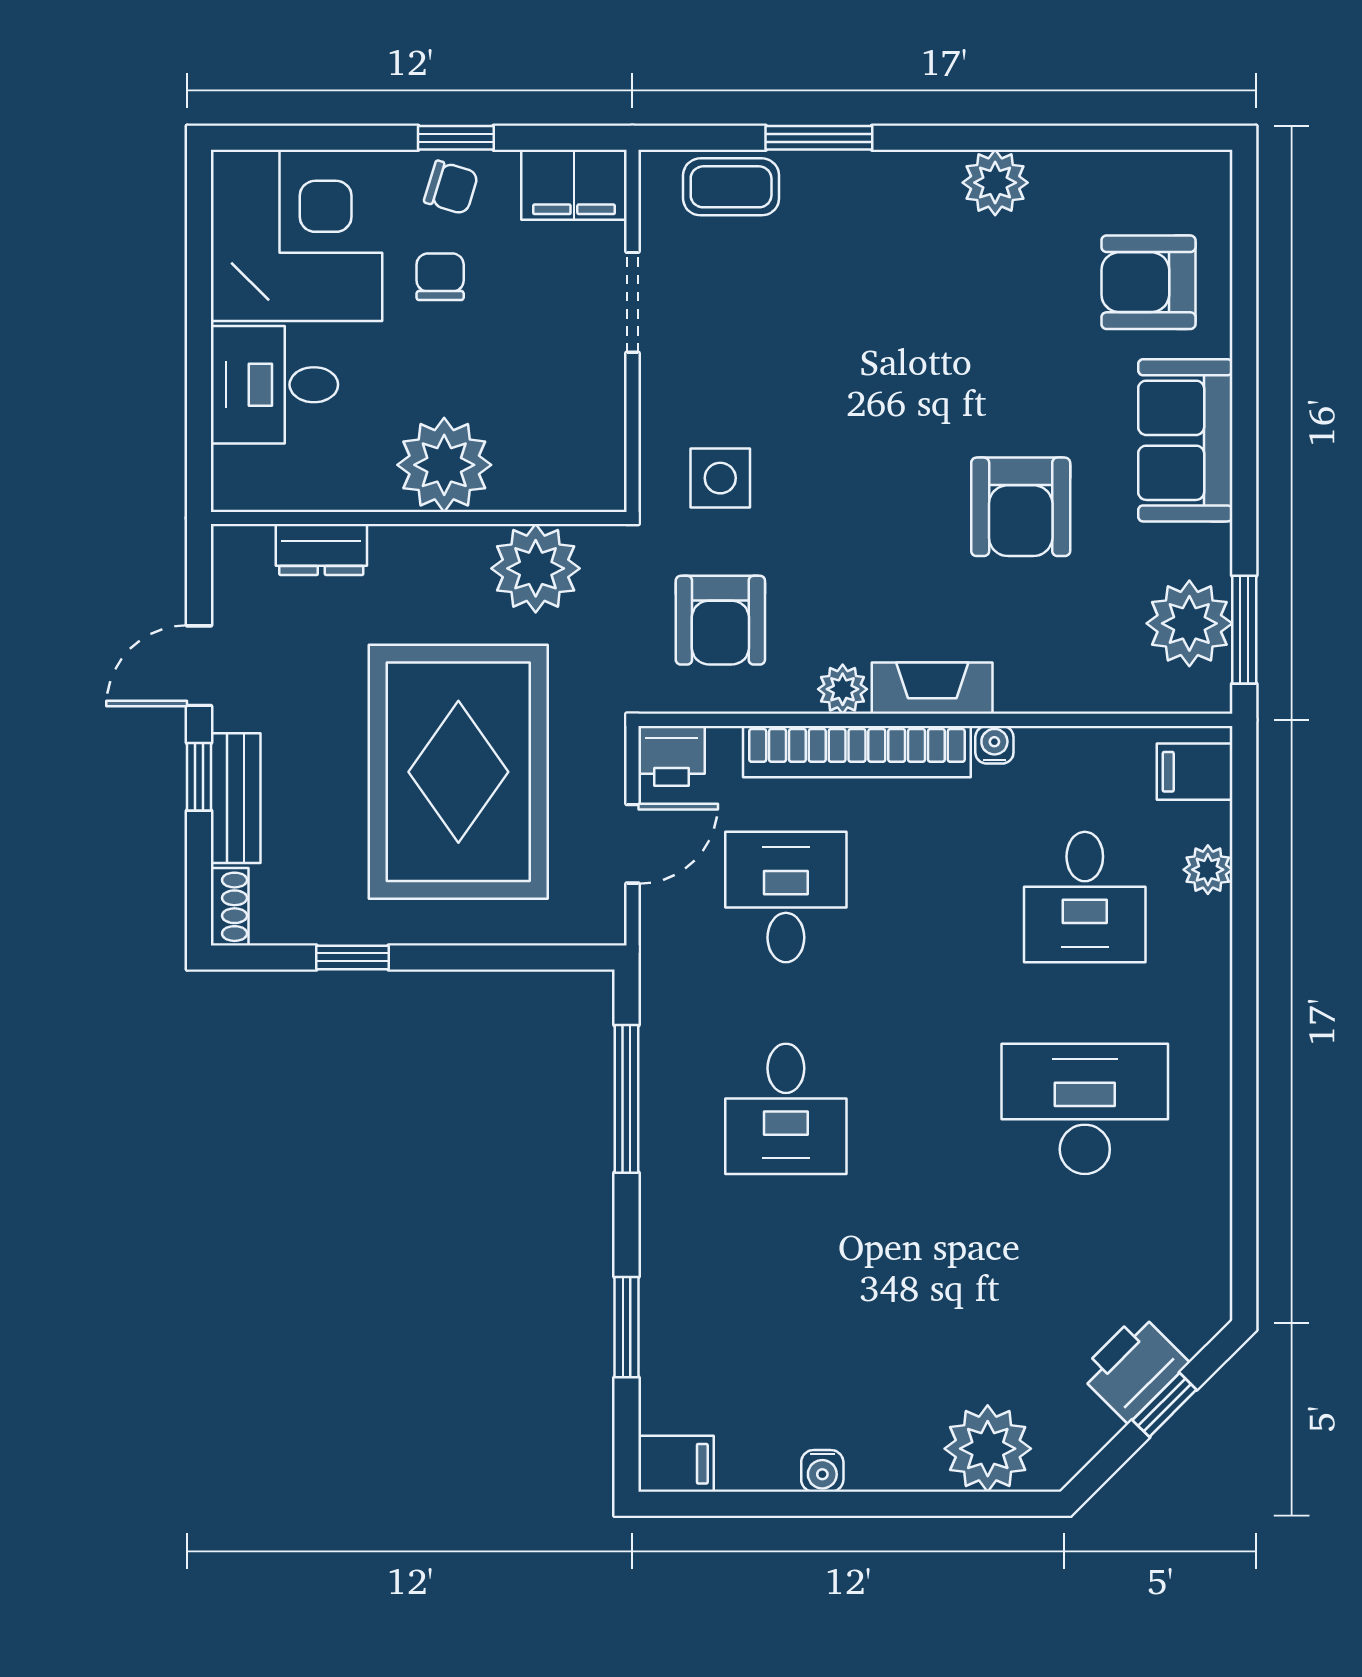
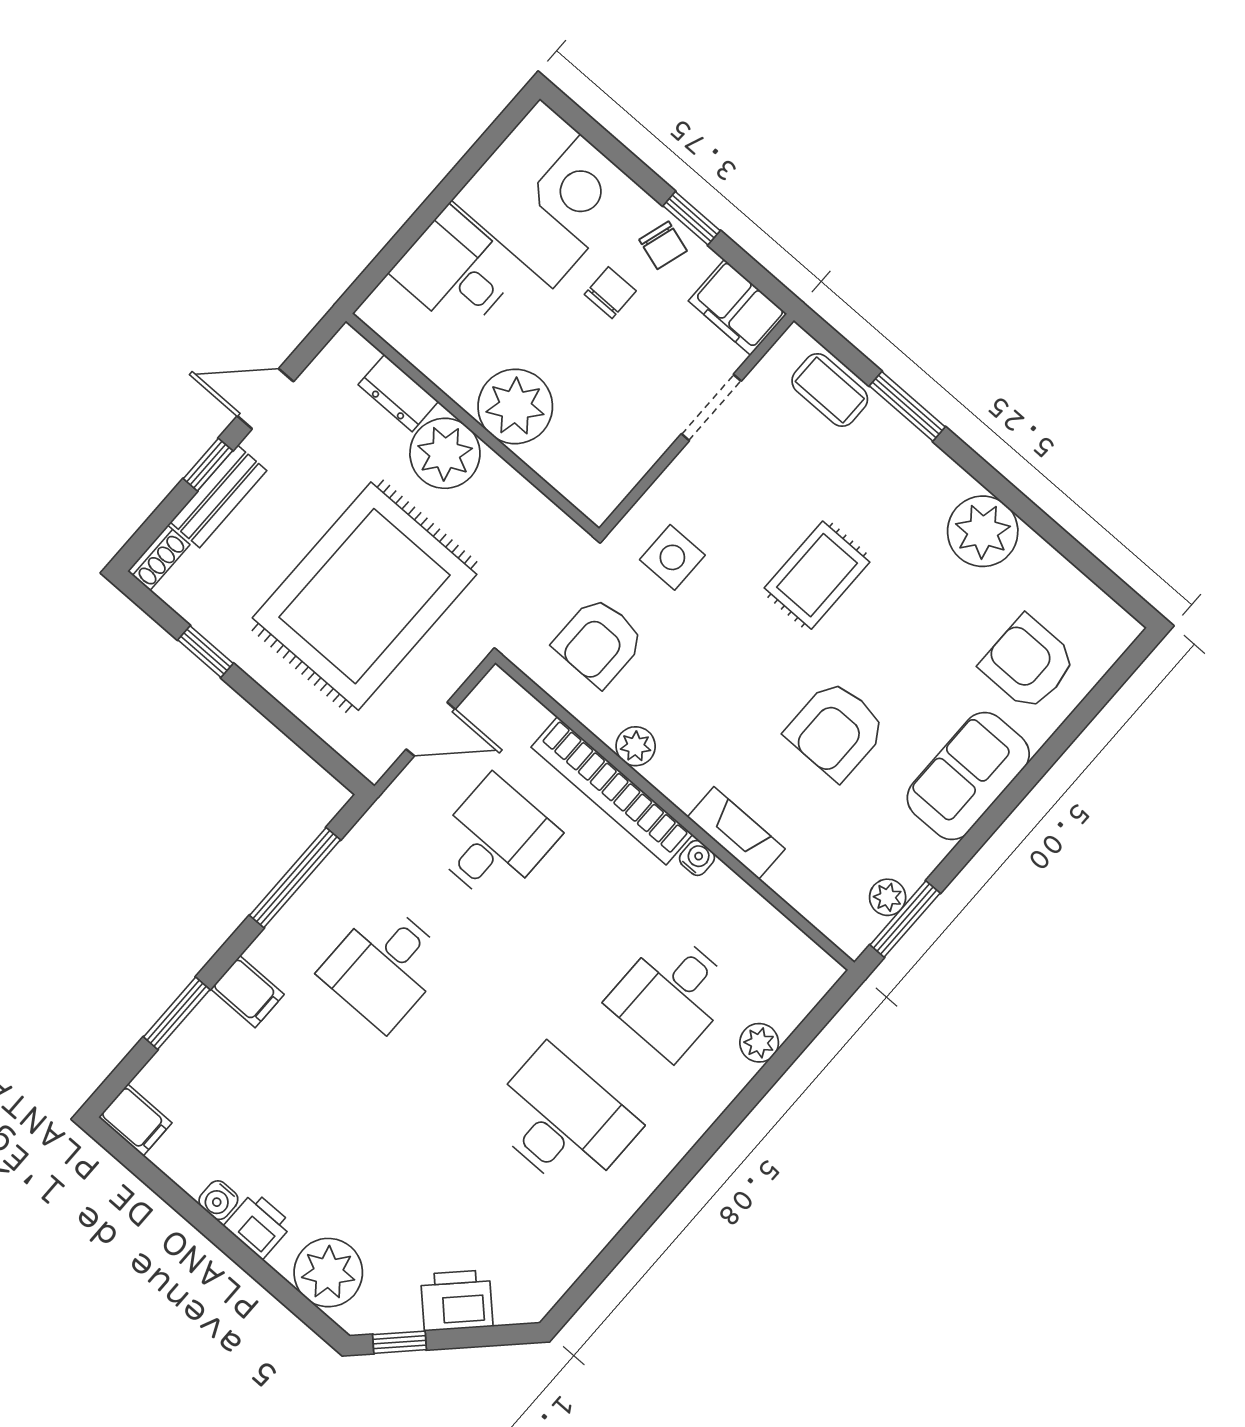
plant: (995, 183) -> (983, 531), width x1.36, depth x1.36
rug: (873, 374) -> (817, 575), added
plant: (536, 568) -> (445, 453), moved
plant: (1189, 623) -> (888, 897), width x0.53, depth x0.53
fireplace: (932, 688) -> (736, 833), moved
printer: (671, 756) -> (258, 1225), moved, turned 180
filing cabinet: (1195, 772) -> (247, 992), moved, turned 180
window: (1164, 1405) -> (399, 1342), moved

